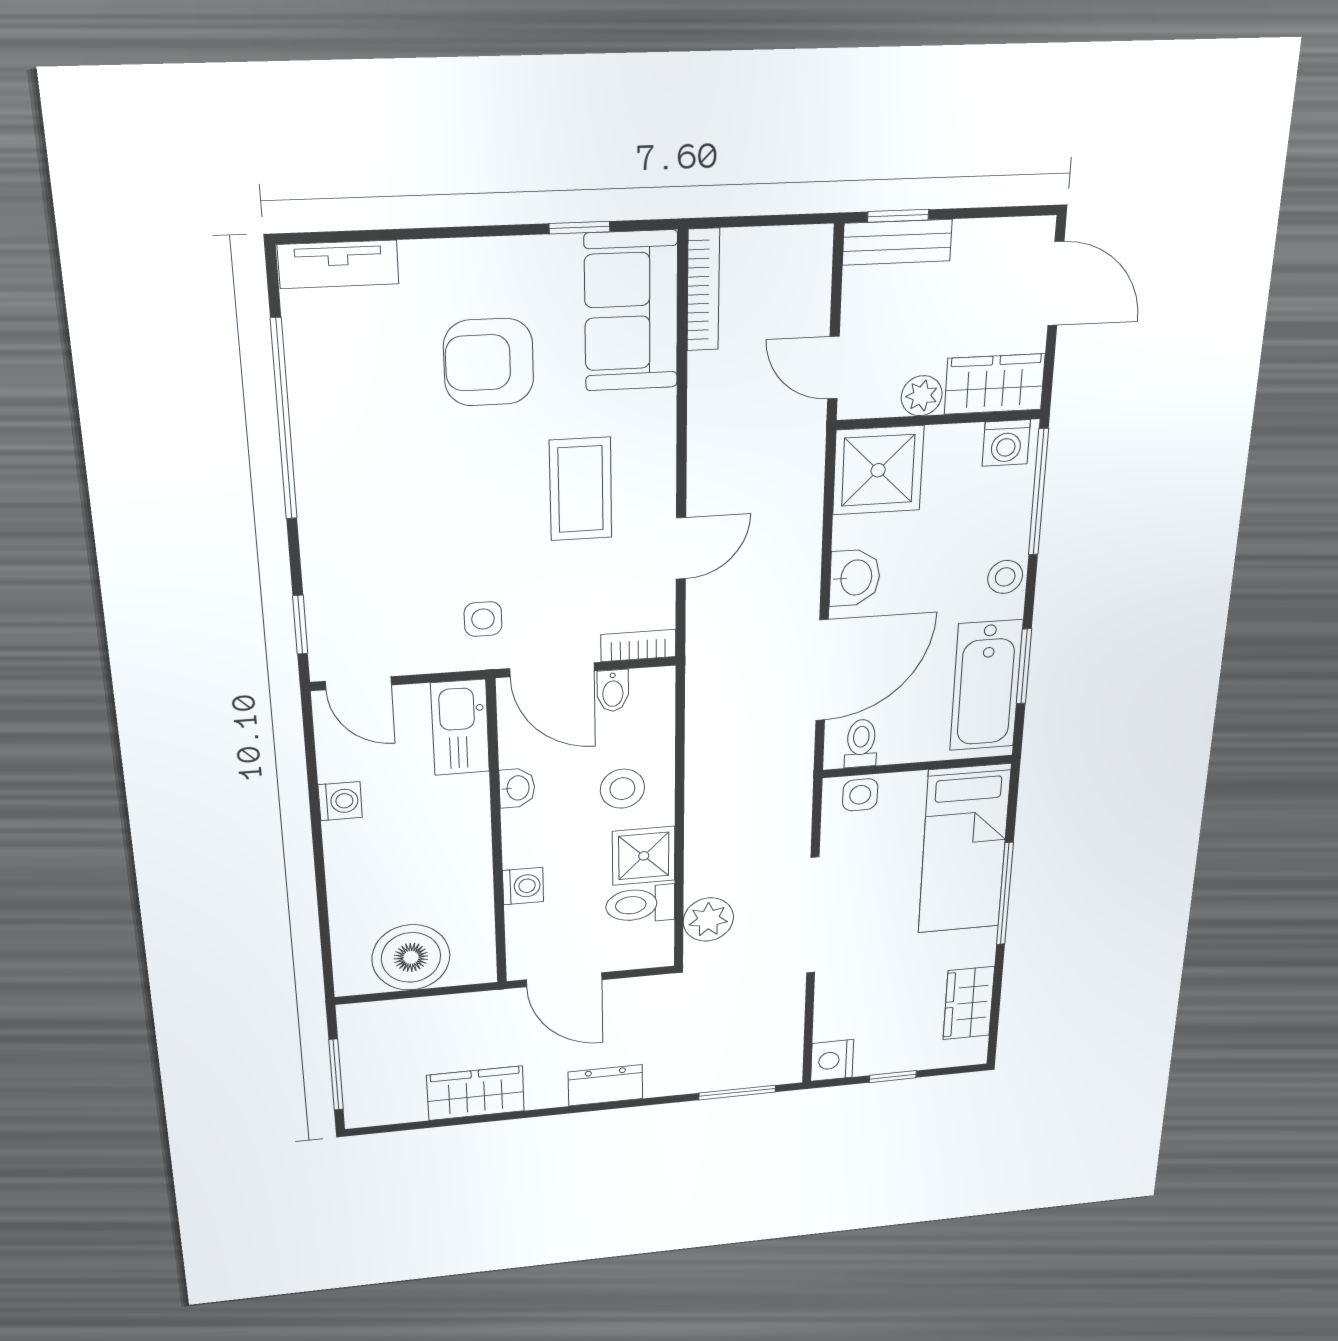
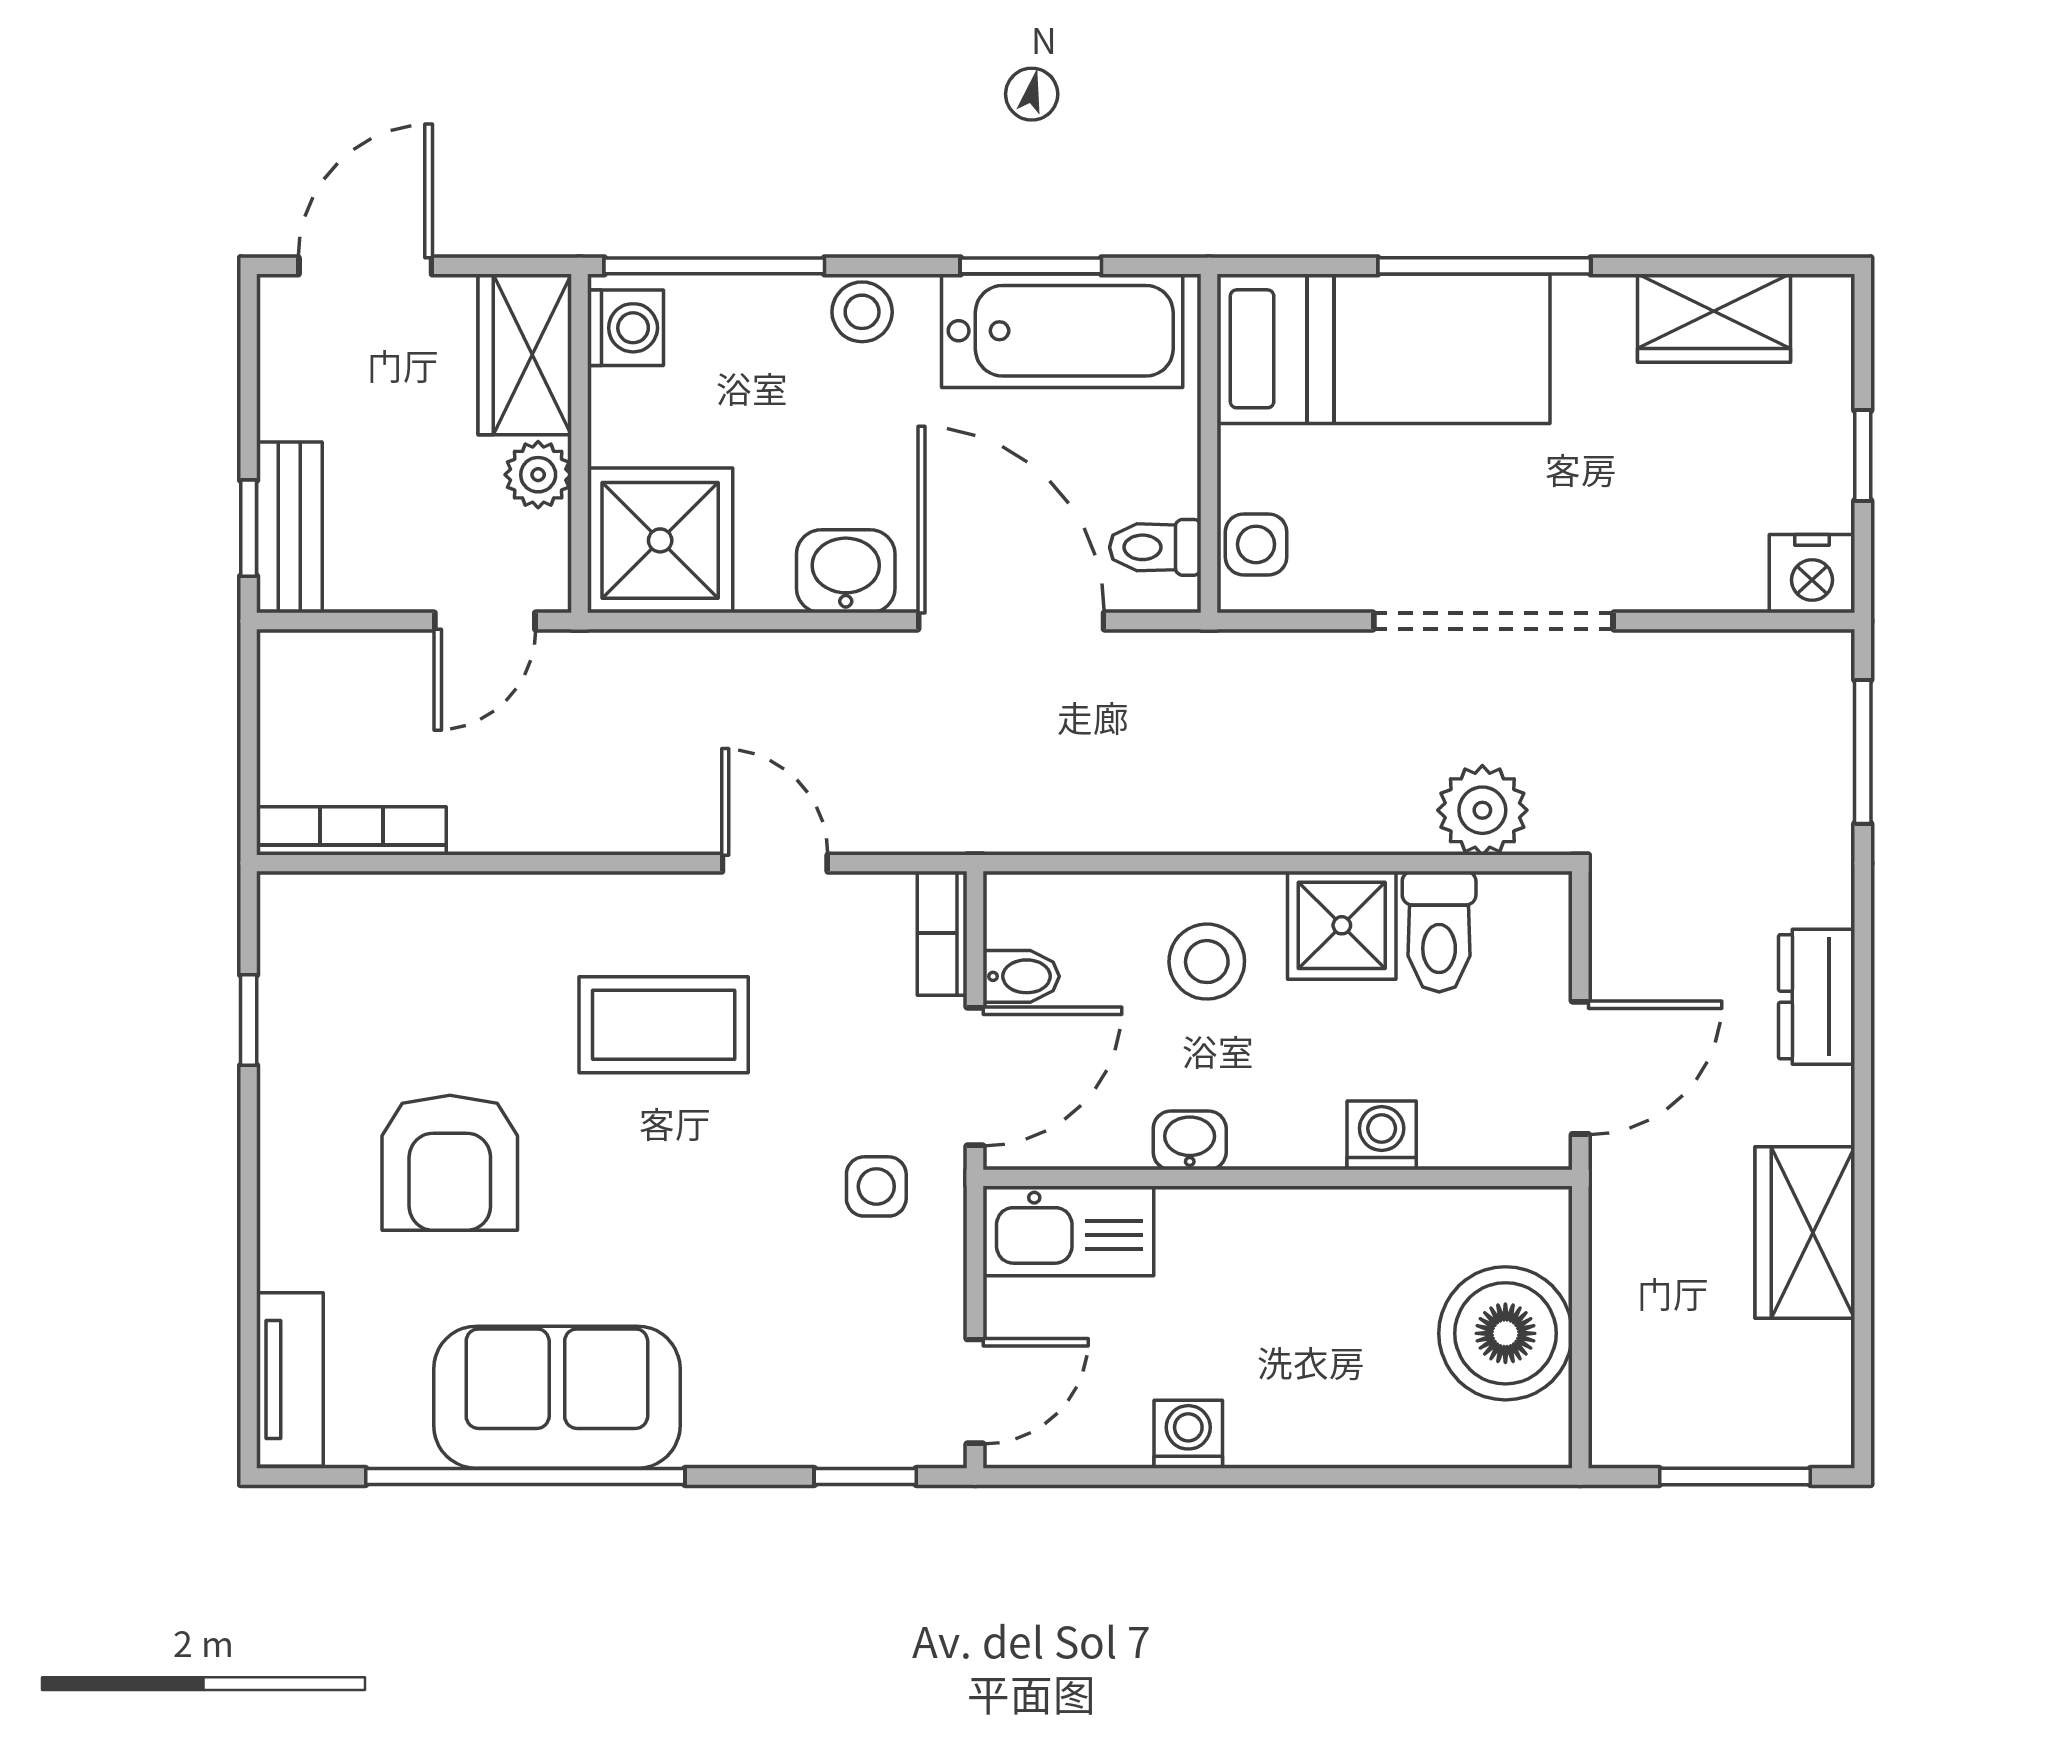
sofa: (631, 311) -> (557, 1397), moved, turned 180

